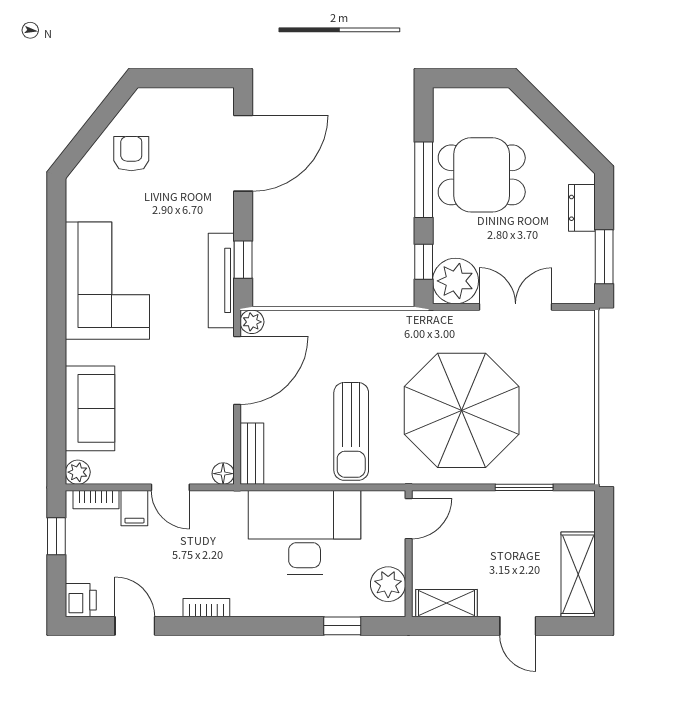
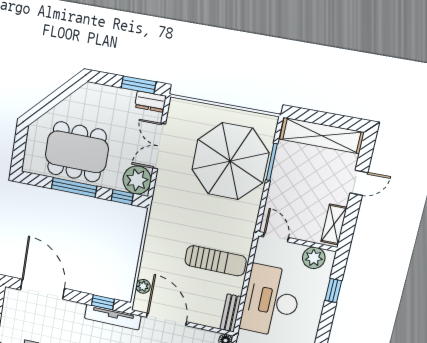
dining table: (482, 175) -> (77, 152), width x1.38
dresser: (582, 208) -> (150, 102), moved
plant: (252, 322) -> (143, 286), moved
parasol: (462, 410) -> (230, 161), moved
bench: (252, 454) -> (231, 313), moved, turned 90
shelving: (578, 574) -> (322, 136), width x1.47

